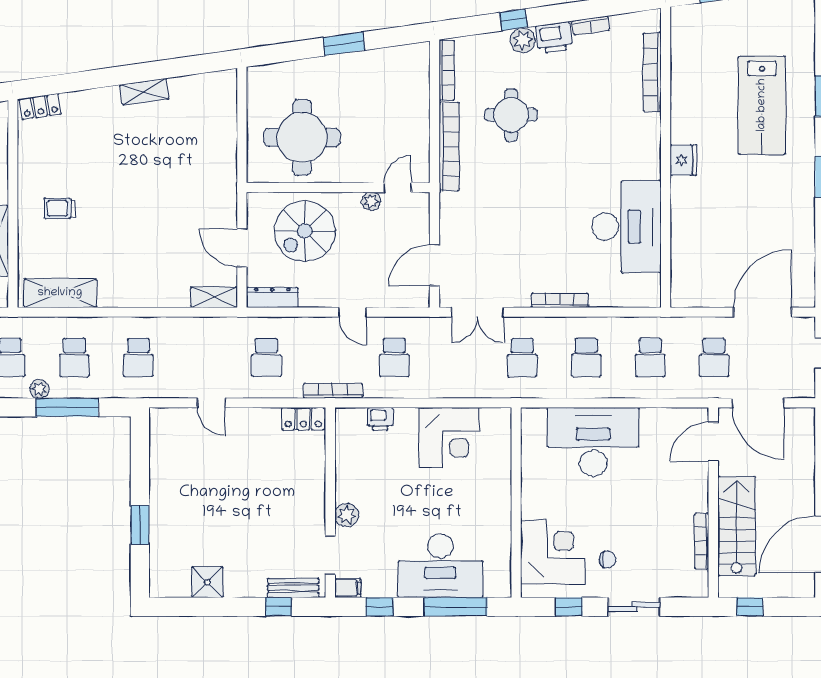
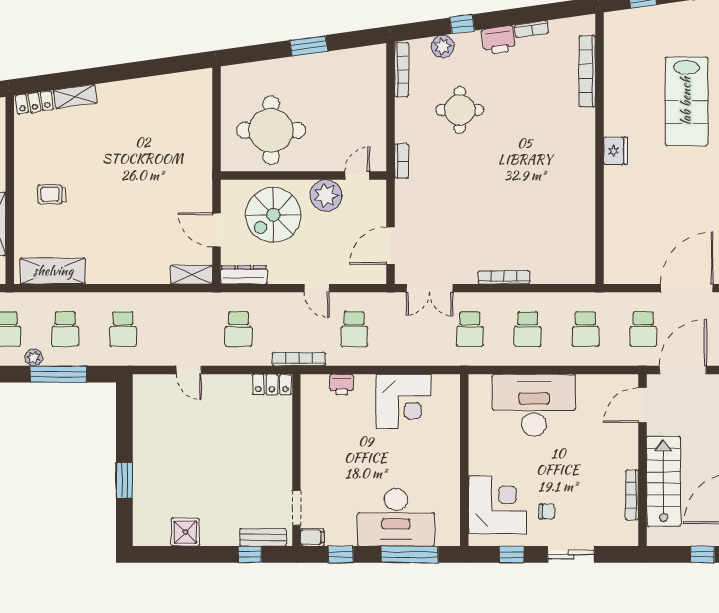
plant: (523, 40) -> (443, 46), moved
shelving: (144, 92) -> (75, 97), moved
bookcase: (449, 146) -> (402, 161), width x0.43, depth x0.76
plant: (371, 201) -> (326, 195), width x1.88, depth x1.88
desk: (627, 227) -> (564, 211), removed
door: (758, 403) -> (683, 370), swing flipped
plant: (347, 515) -> (311, 471), removed
window: (750, 607) -> (703, 554), moved

